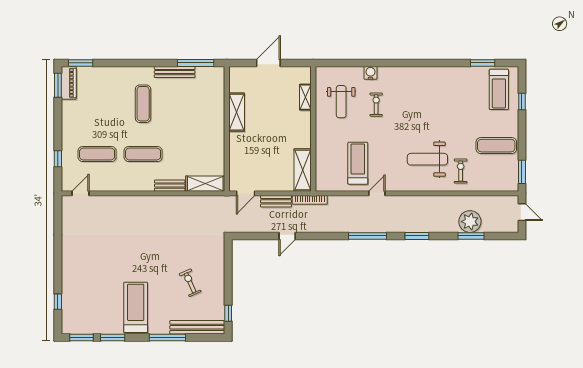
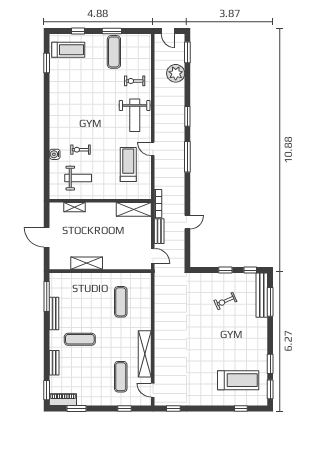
window: (58, 85) -> (77, 409), moved
exercise mat: (143, 154) -> (121, 302), moved
weight bench: (427, 159) -> (135, 115), moved
treadmill: (358, 163) -> (128, 165), turned 90
window: (522, 172) -> (112, 31), moved
shelving: (205, 184) -> (145, 354), moved, width x1.47
bench: (170, 186) -> (54, 363), moved
door: (522, 212) -> (168, 31), swing flipped
window: (58, 219) -> (173, 409), added
door: (287, 236) -> (187, 222), hinge flipped
window: (471, 236) -> (187, 52), moved
window: (228, 283) -> (225, 270), added
treadmill: (136, 307) -> (238, 380), moved, turned 180
window: (167, 338) -> (270, 302), moved

